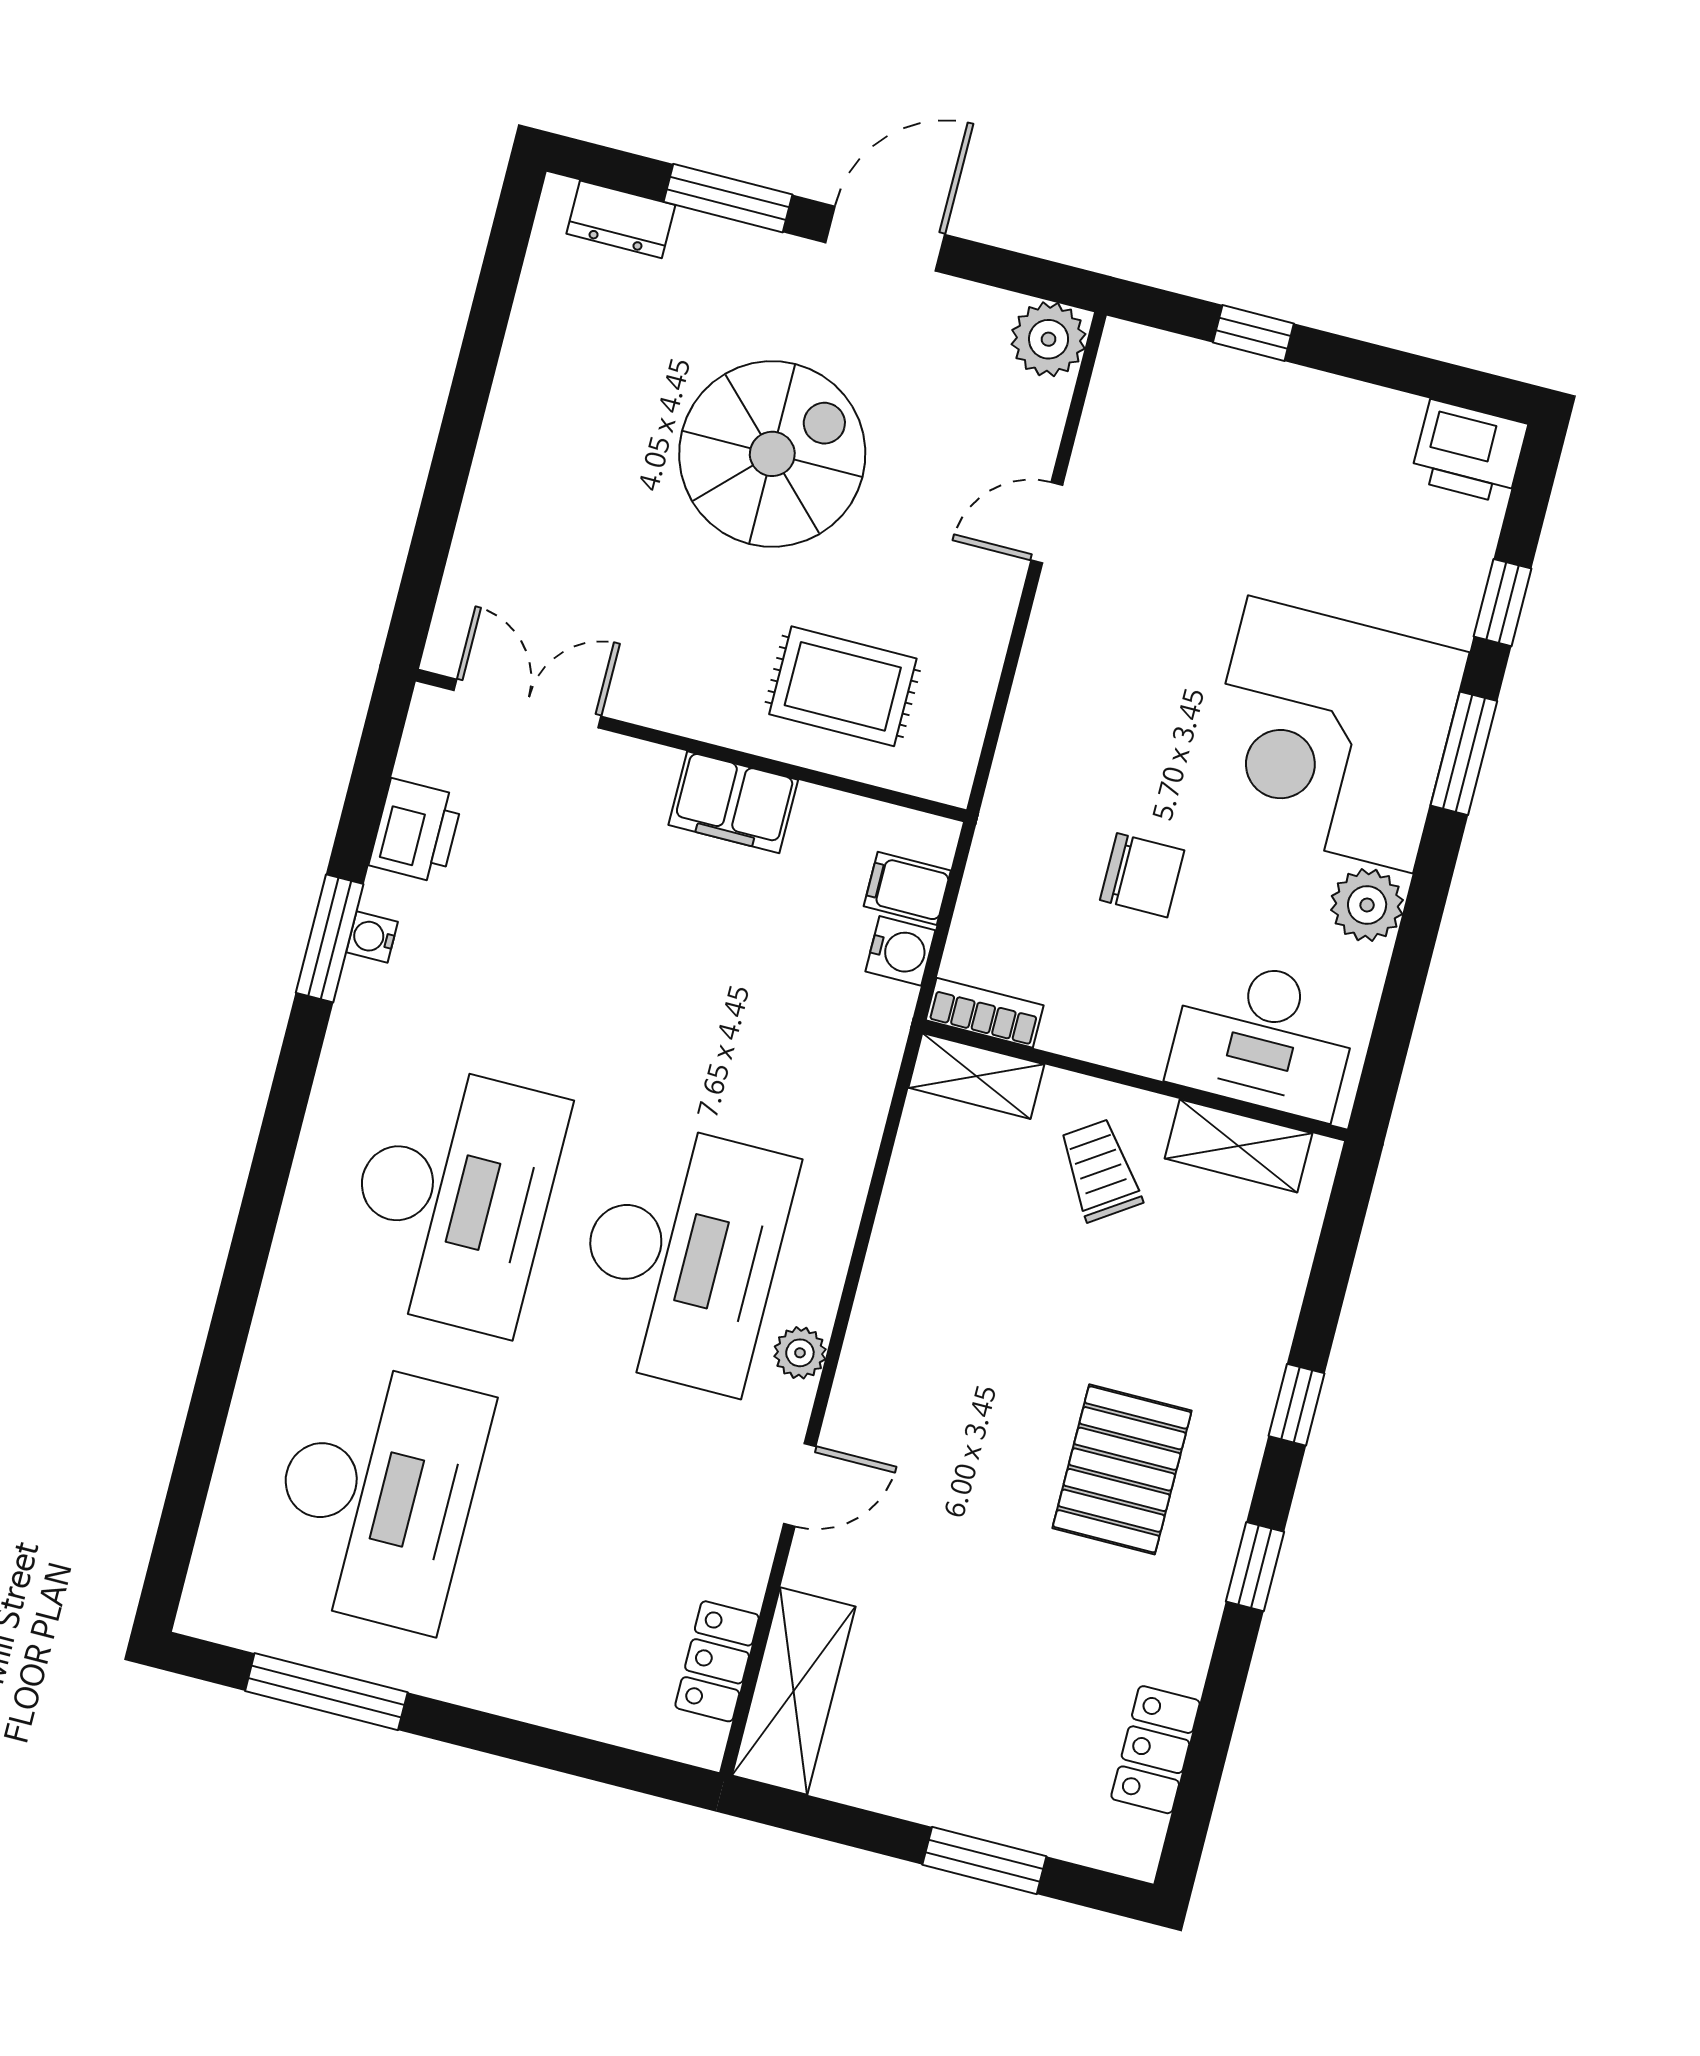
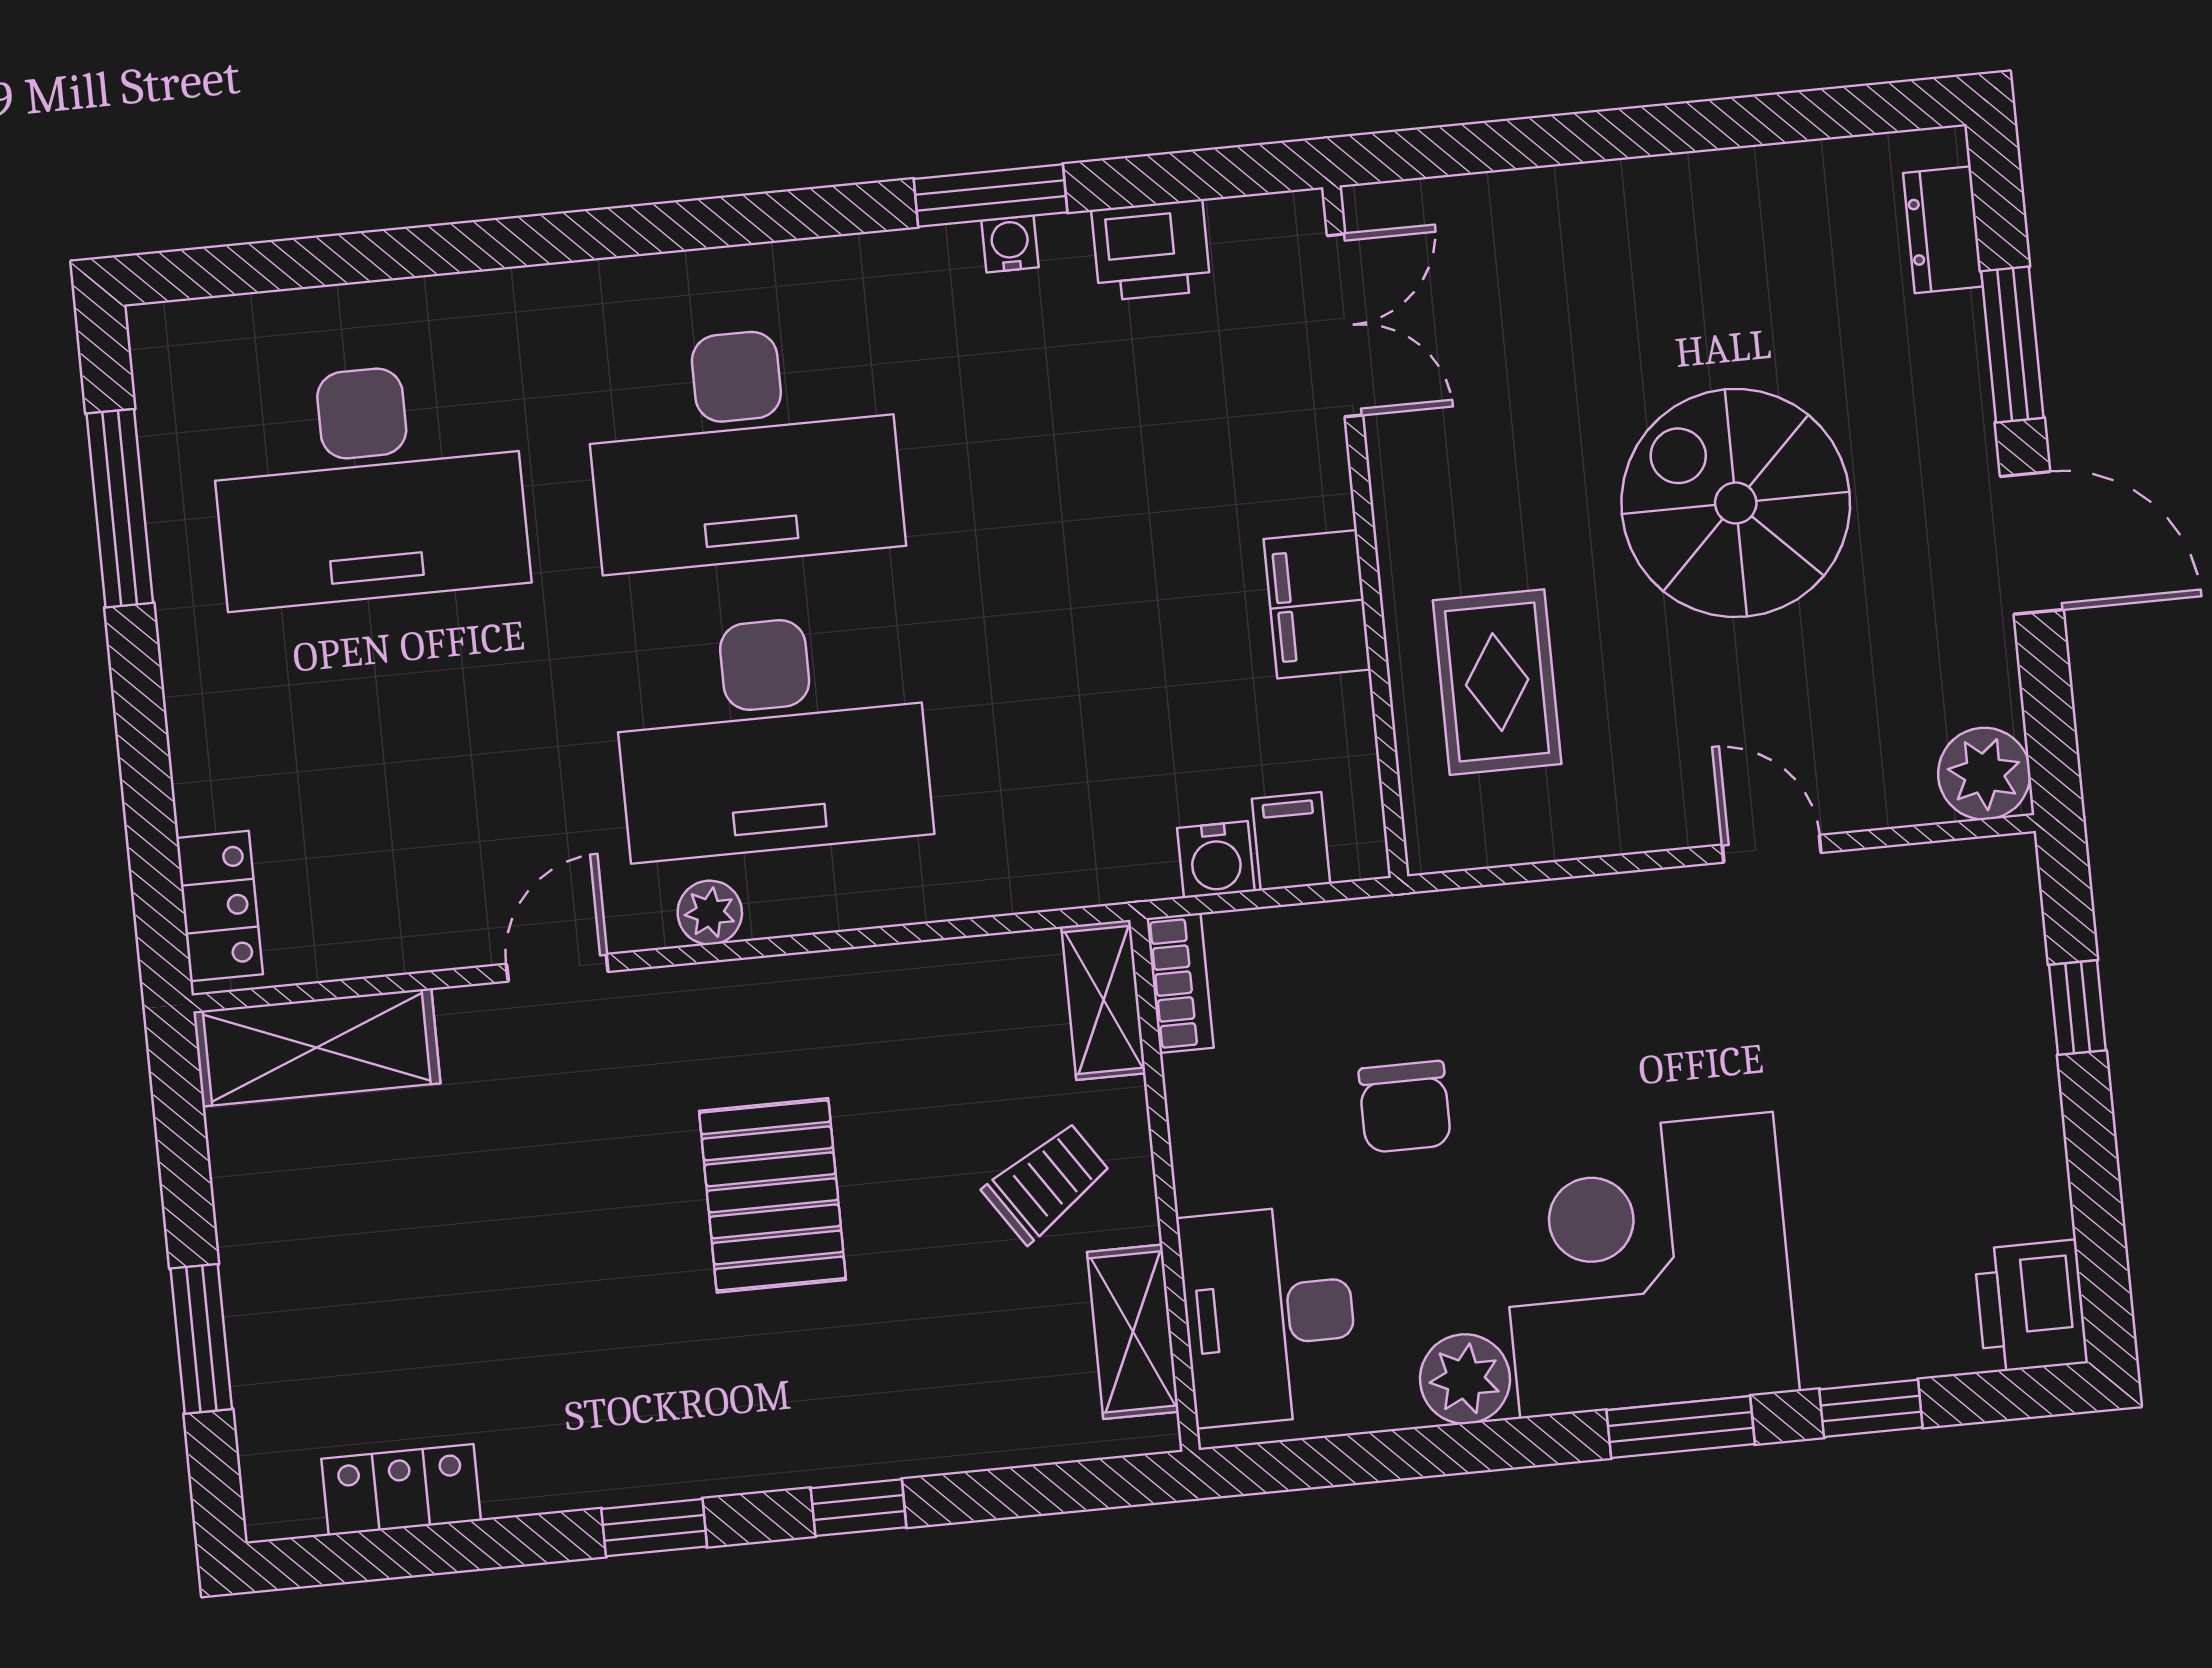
spiral stairs: (772, 454) -> (1736, 503), turned 180
pallet: (1122, 1469) -> (772, 1195), moved, turned 90
door: (800, 1485) -> (557, 968), swing flipped
locker: (717, 1661) -> (219, 906), moved, turned 90

